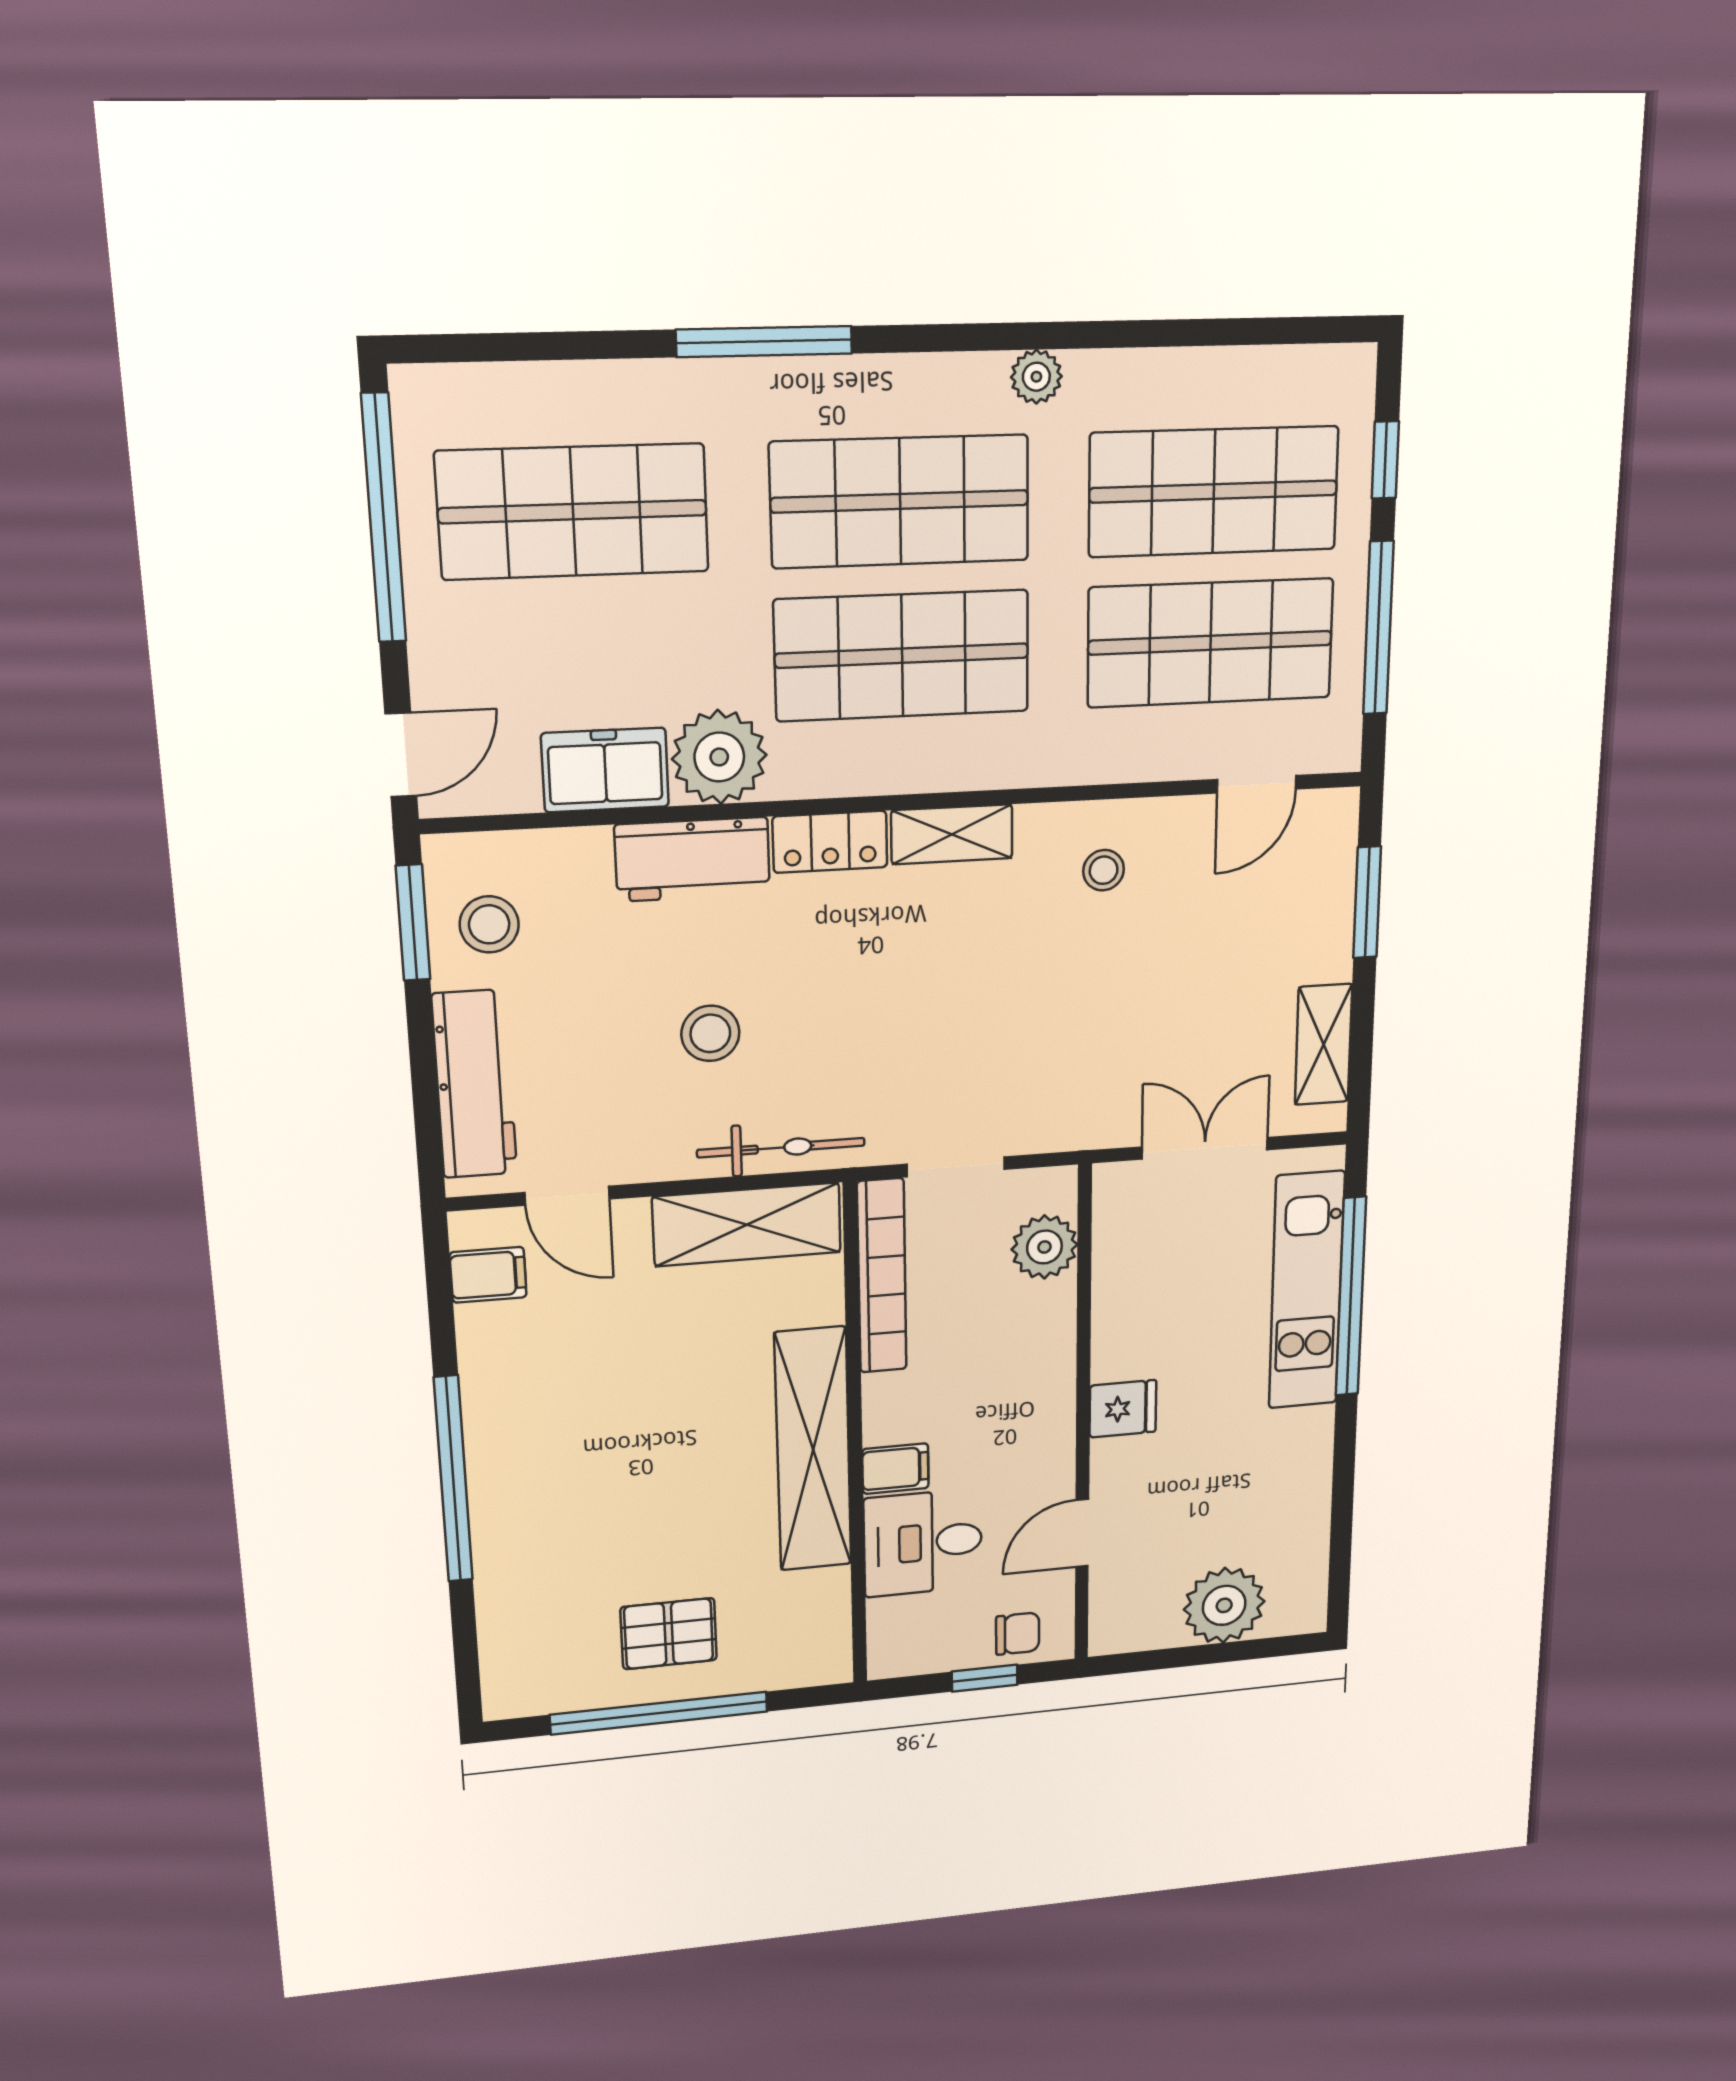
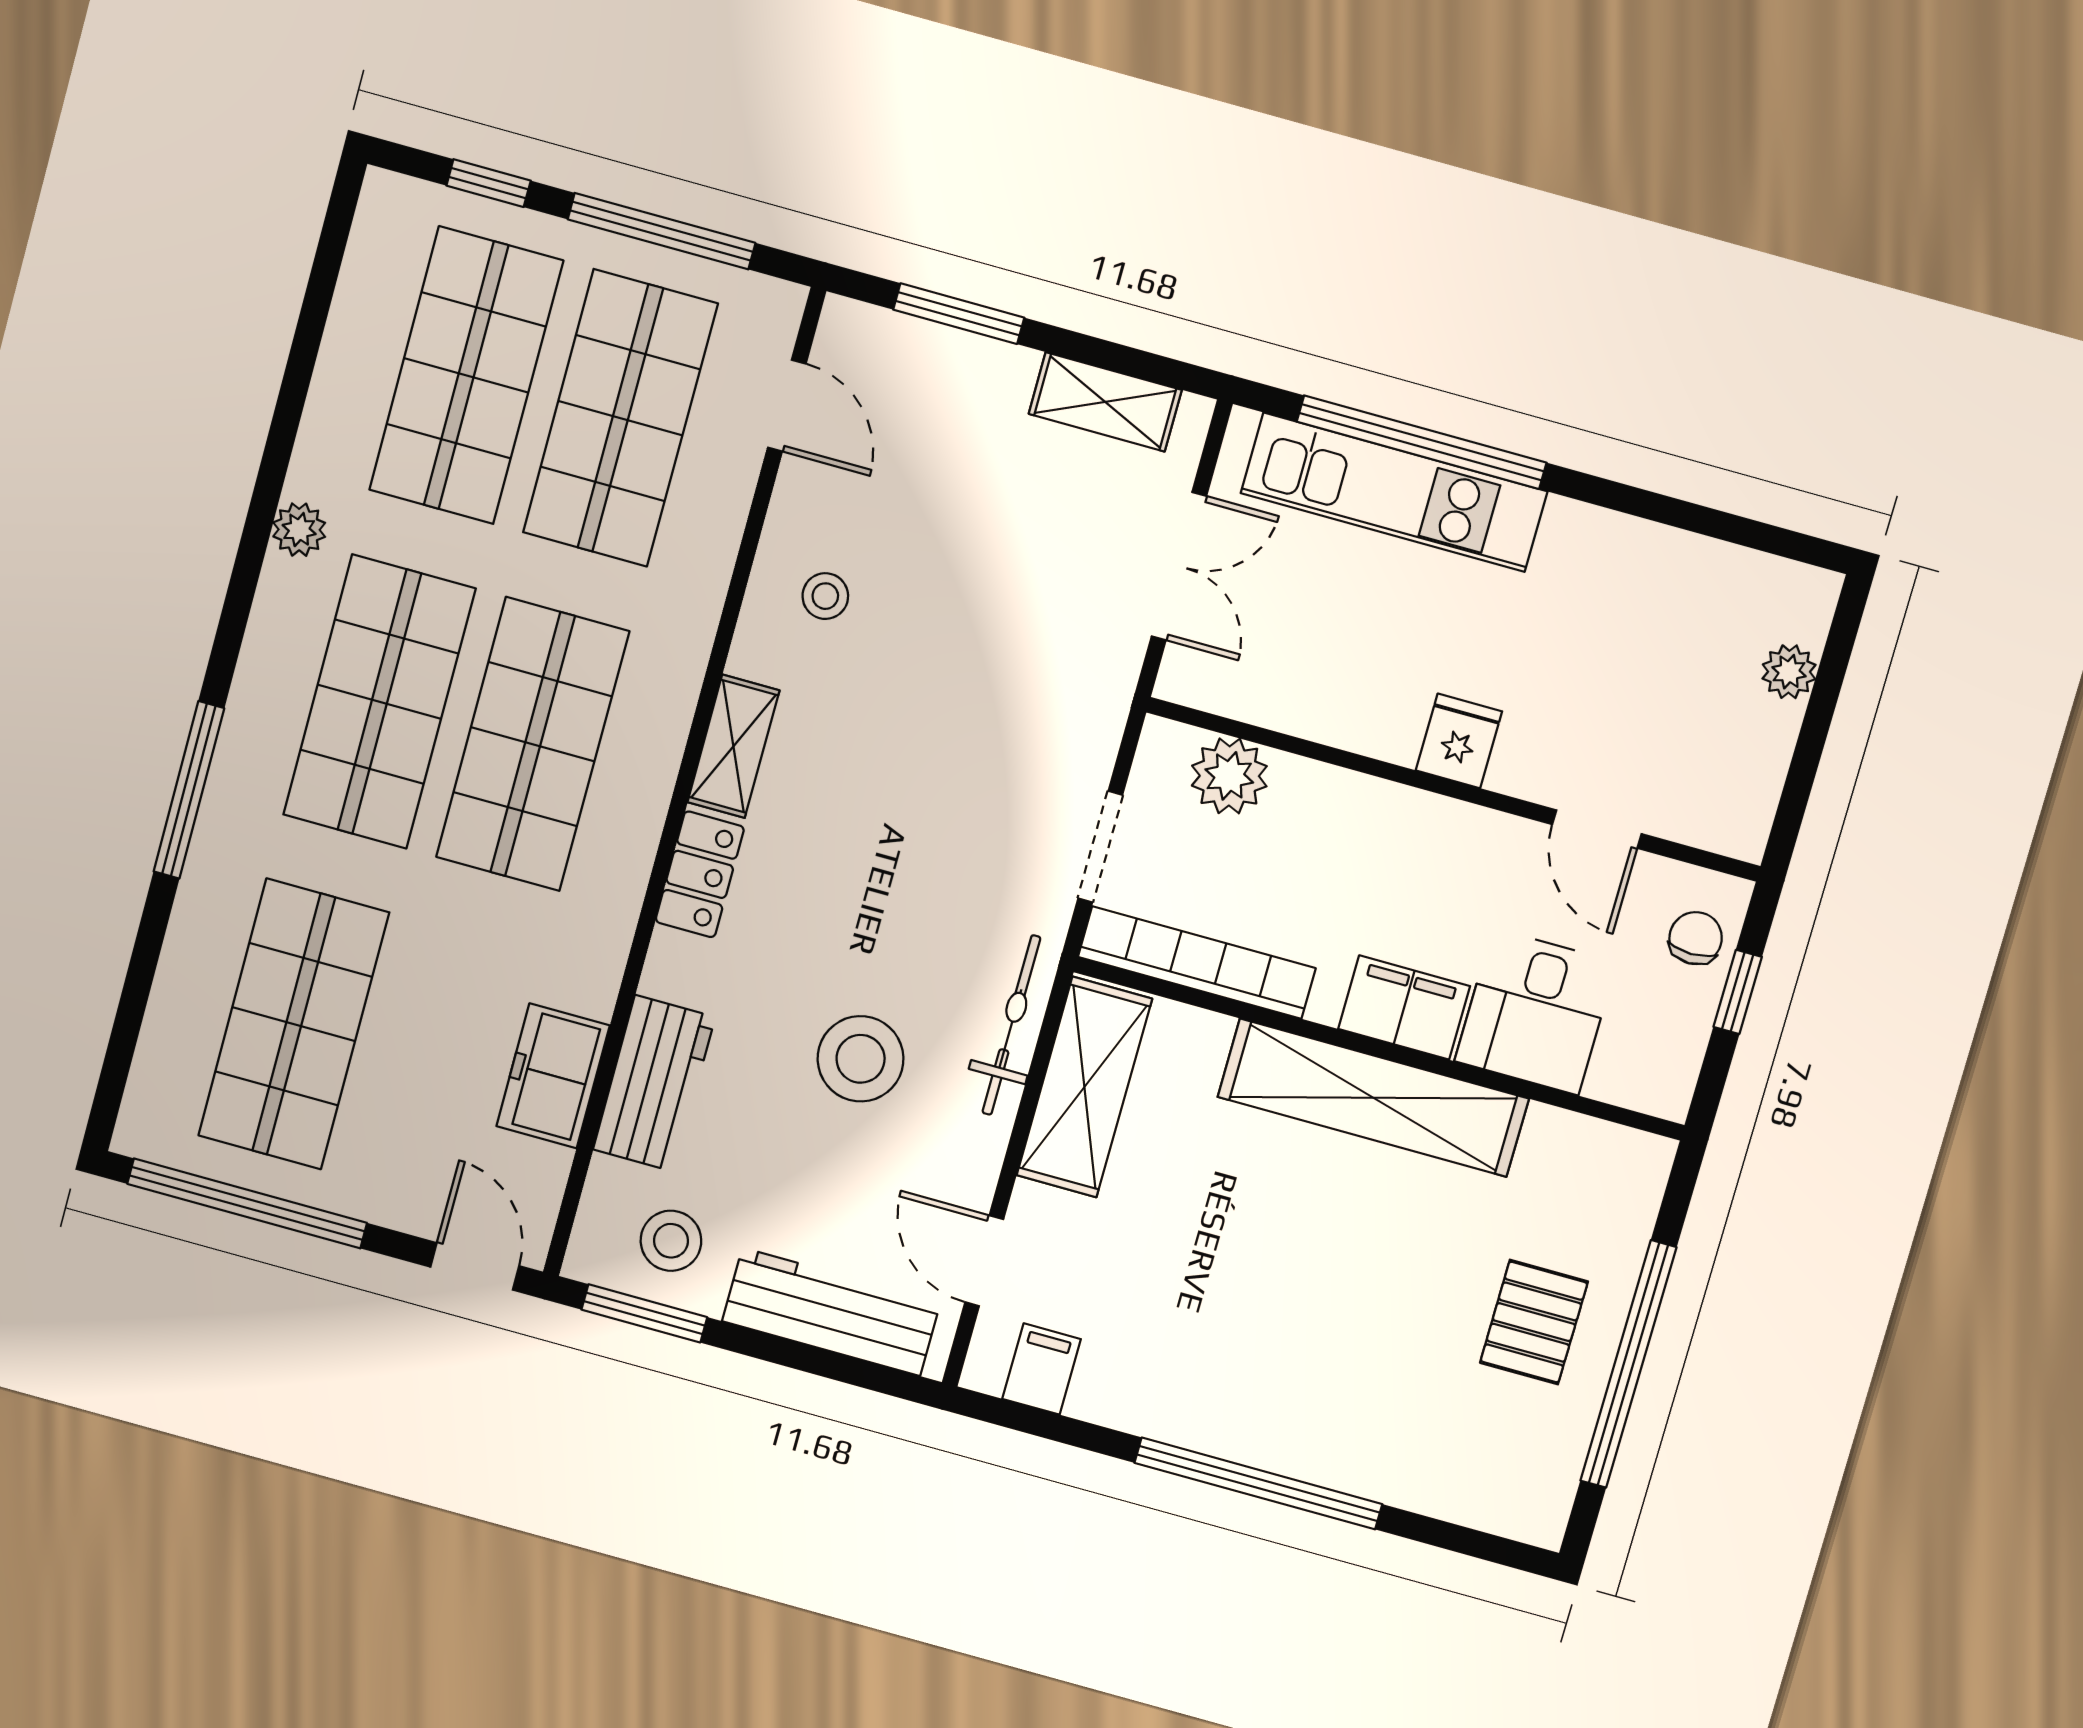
plant: (719, 757) -> (576, 959), removed
workbench: (692, 859) -> (654, 1083), moved
stool: (710, 1033) -> (861, 1059), width x1.38, depth x1.38
double door: (1205, 1148) -> (1179, 566), swing flipped
door: (567, 1196) -> (984, 1261), swing flipped
filing cabinet: (895, 1469) -> (1404, 1008), width x2.00
plant: (1224, 1605) -> (1789, 672), width x0.53, depth x0.53

